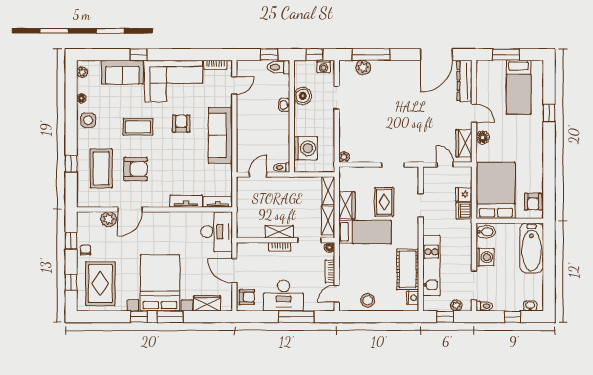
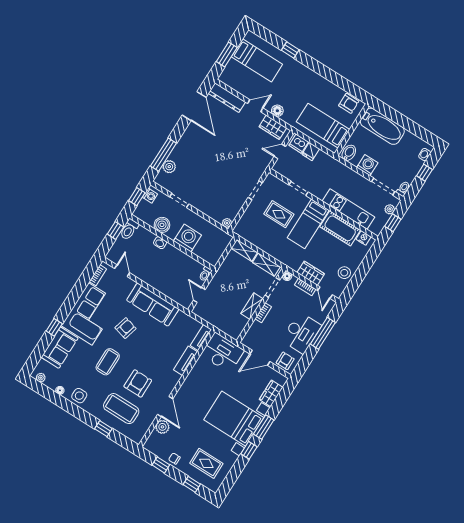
armchair: (181, 124) -> (125, 328), turned 105
washing machine: (306, 148) -> (187, 238), moved
bed: (496, 190) -> (323, 126), width x0.67
wardrobe: (347, 205) -> (311, 273), moved
dishwasher: (464, 211) -> (299, 144), moved
bed: (365, 232) -> (308, 224), moved, turned 180
rug: (100, 284) -> (206, 463), width x0.73, depth x0.70

